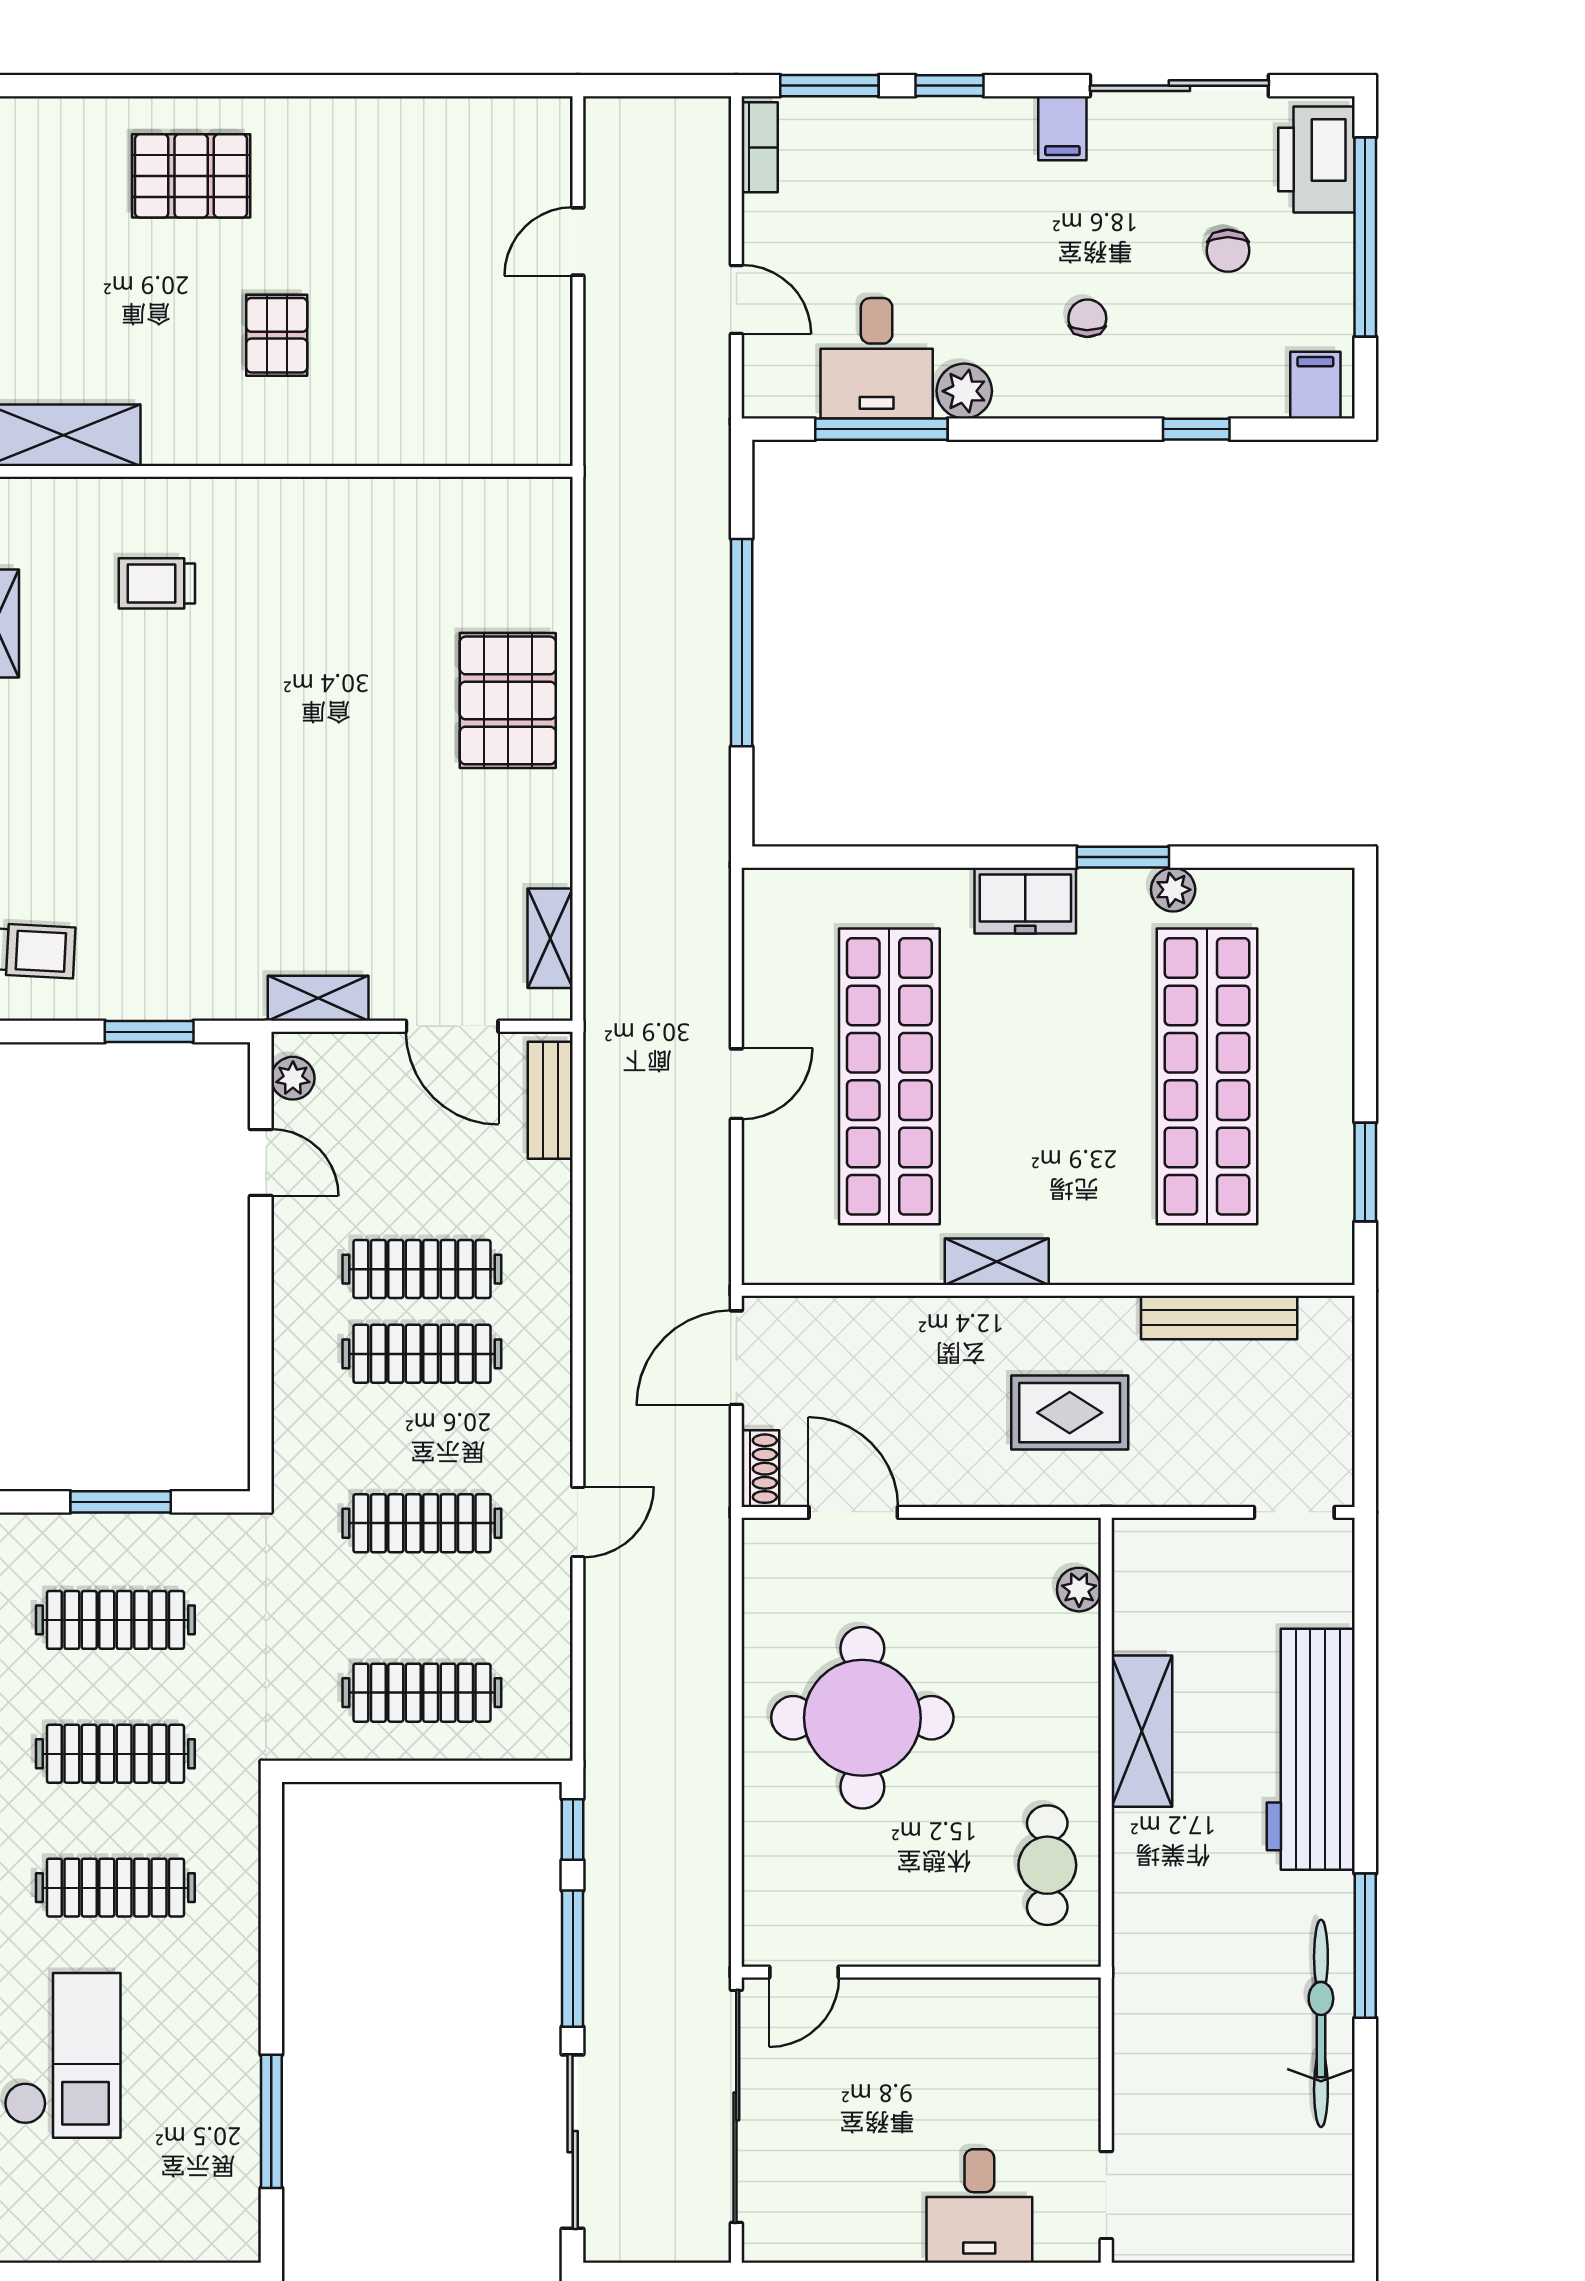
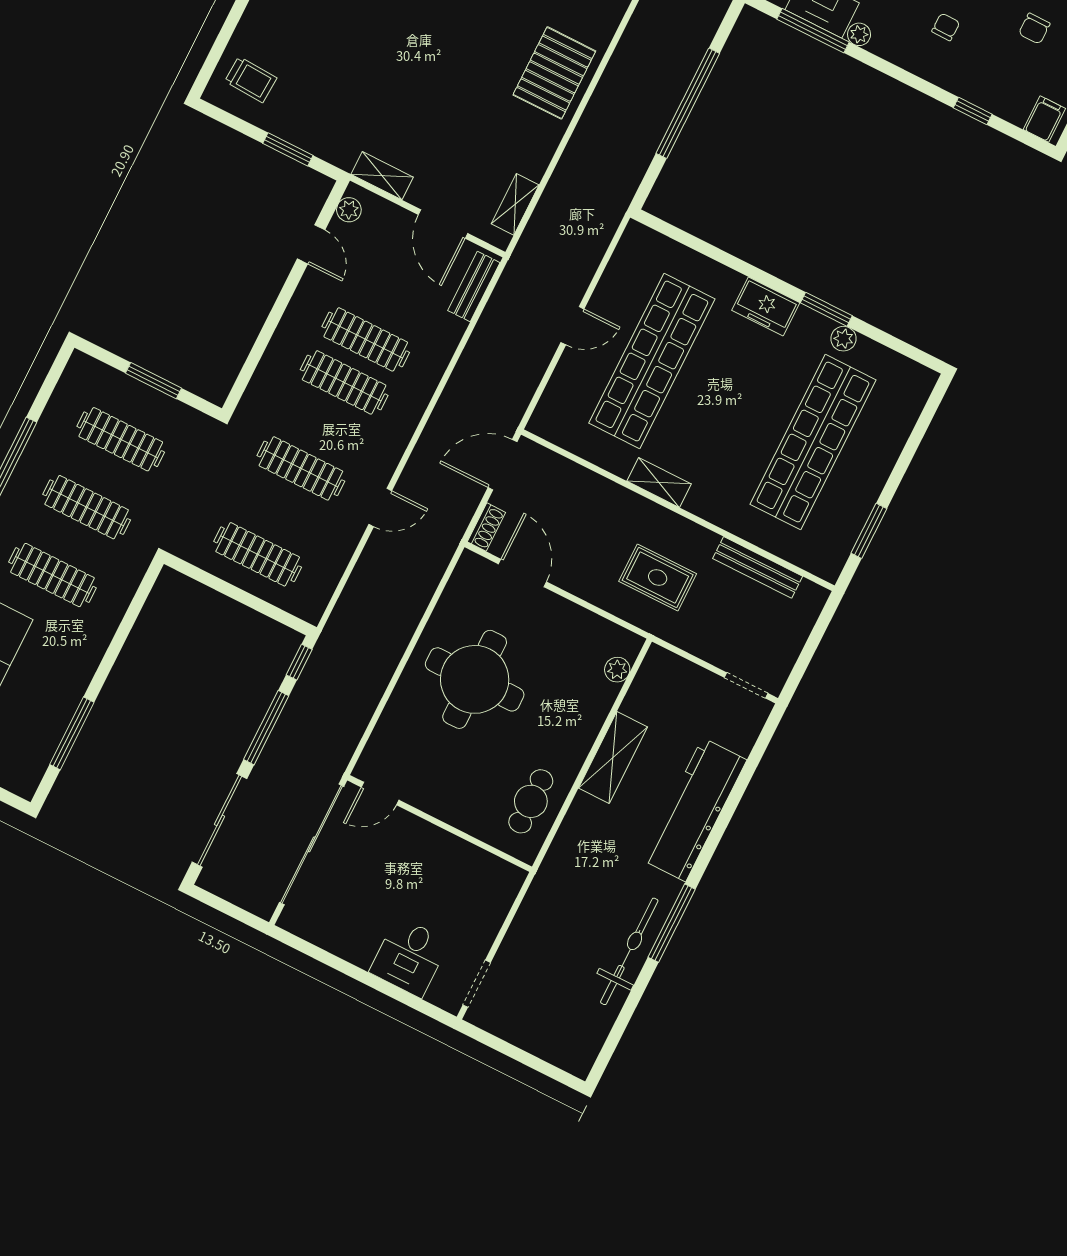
plant: (964, 391) -> (859, 34), width x0.73, depth x0.73

